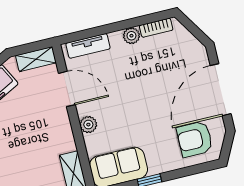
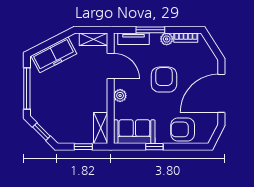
window: (107, 29) -> (150, 30), added
armchair: (141, 90) -> (164, 80), added
armchair: (195, 139) -> (183, 129), moved

